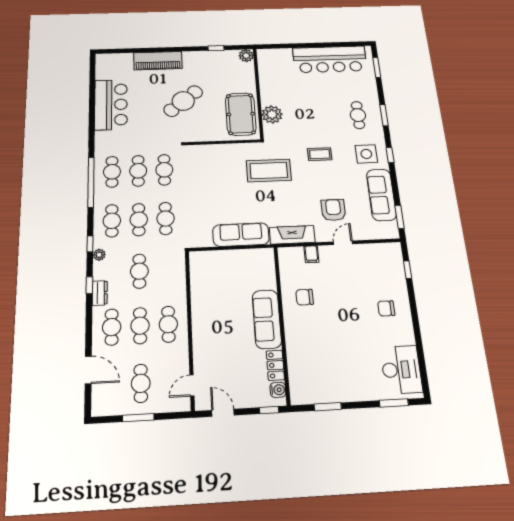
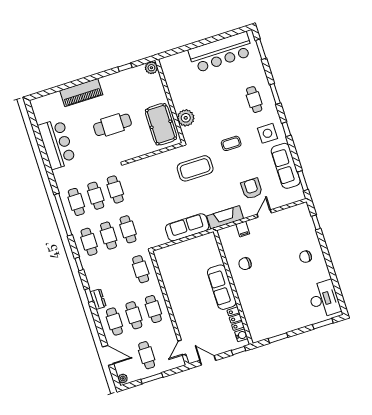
cafe table: (183, 101) -> (112, 125), turned 40
plant: (99, 255) -> (123, 378), moved
cafe table: (139, 271) -> (141, 269), moved

